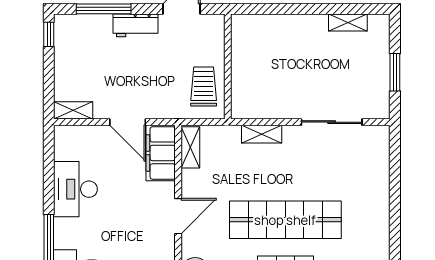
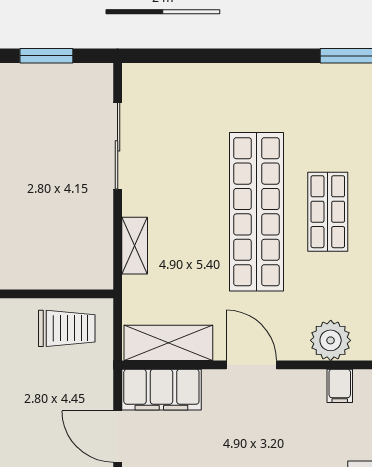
trolley: (204, 87) -> (67, 328), turned 180
door: (128, 122) -> (118, 437), swing flipped
shelving: (190, 147) -> (168, 343), width x1.50, depth x1.33

